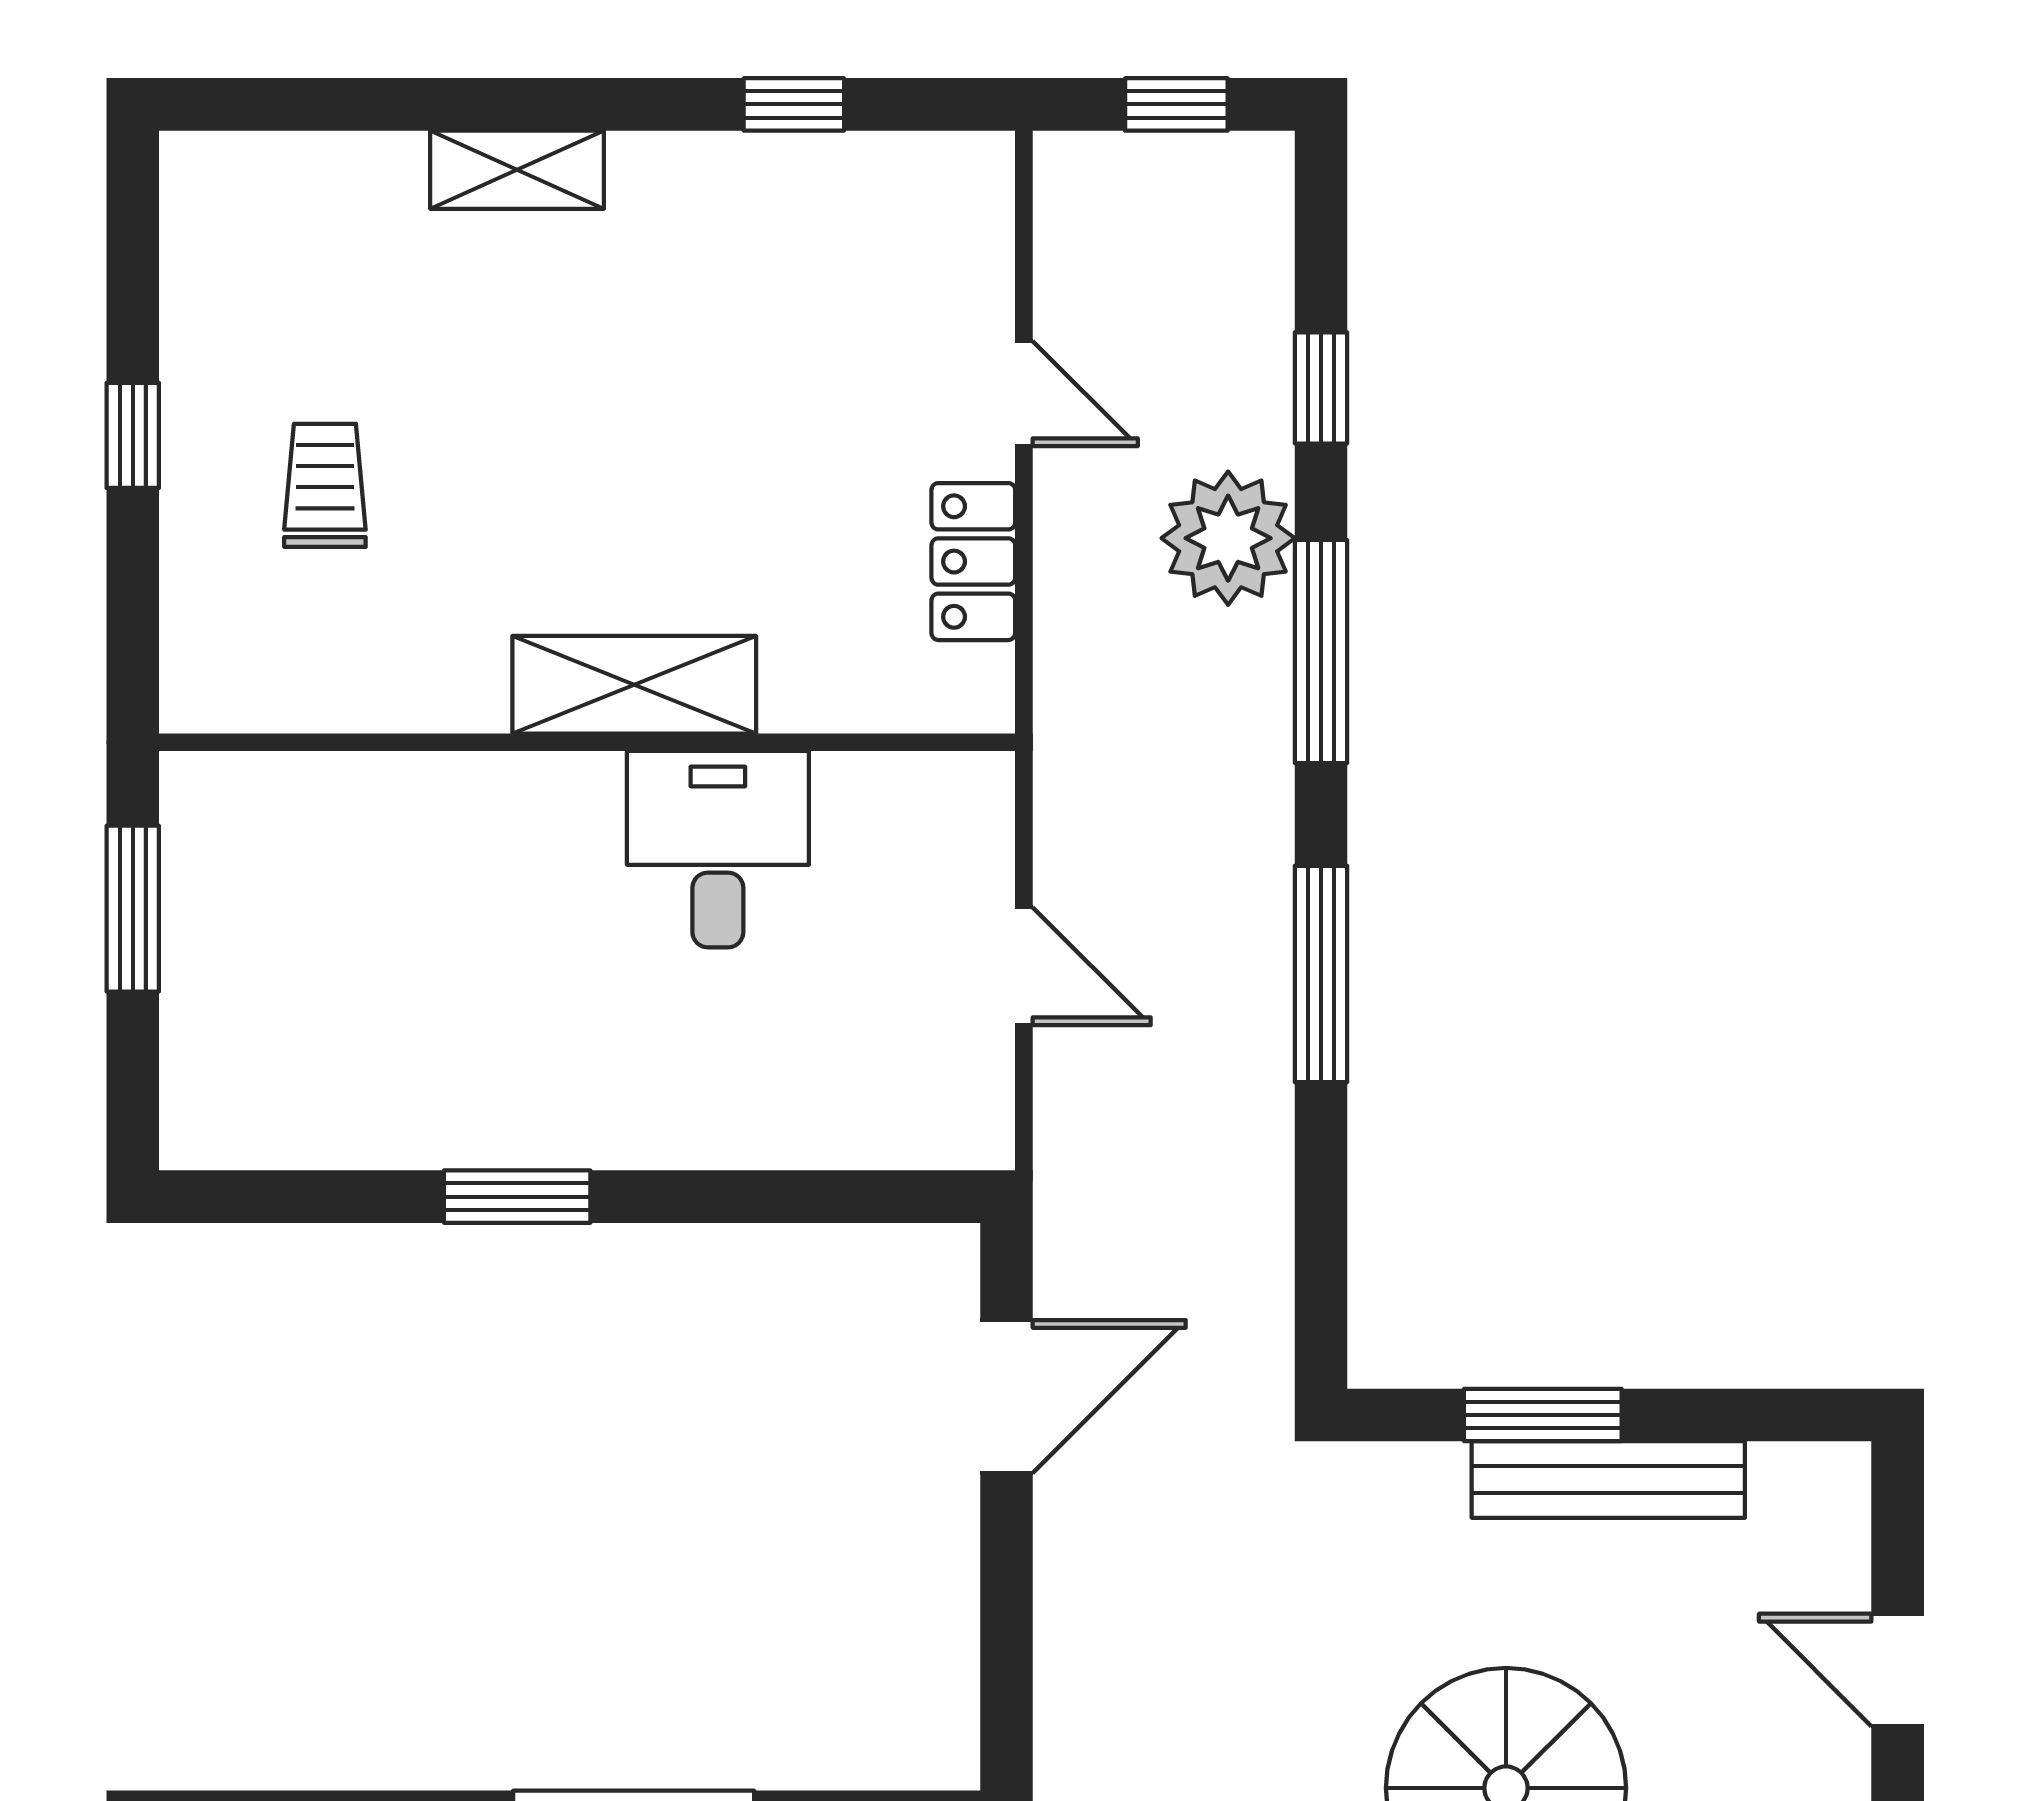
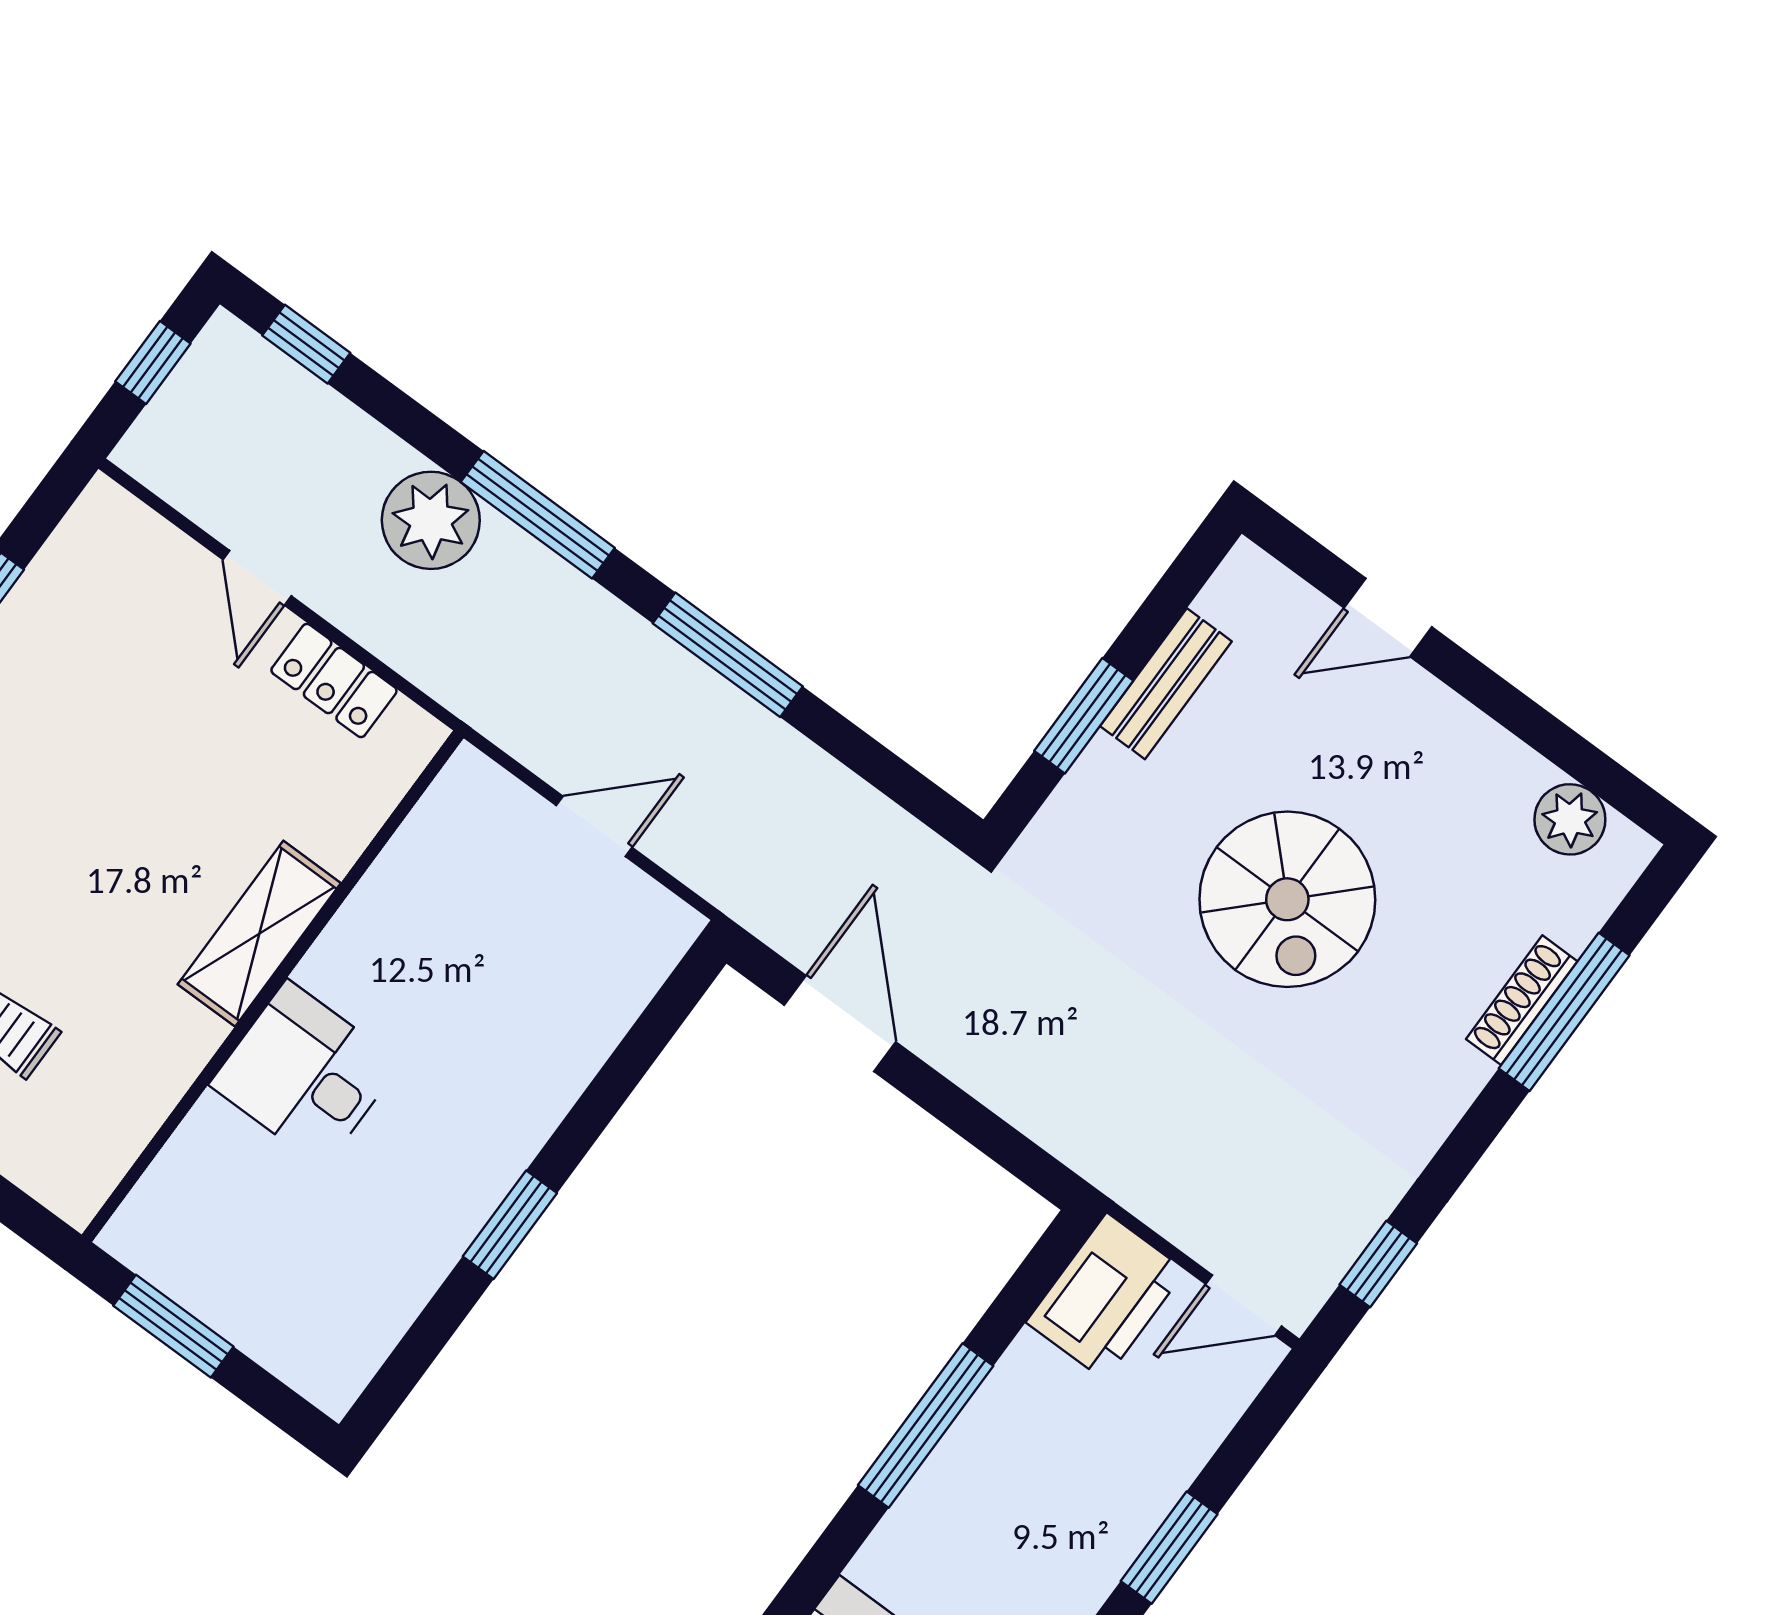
window: (1321, 388) -> (306, 344), moved
door: (1024, 394) -> (257, 578), swing flipped
desk: (718, 849) -> (305, 1074), moved
bench: (1608, 1480) -> (1166, 684), width x0.73

